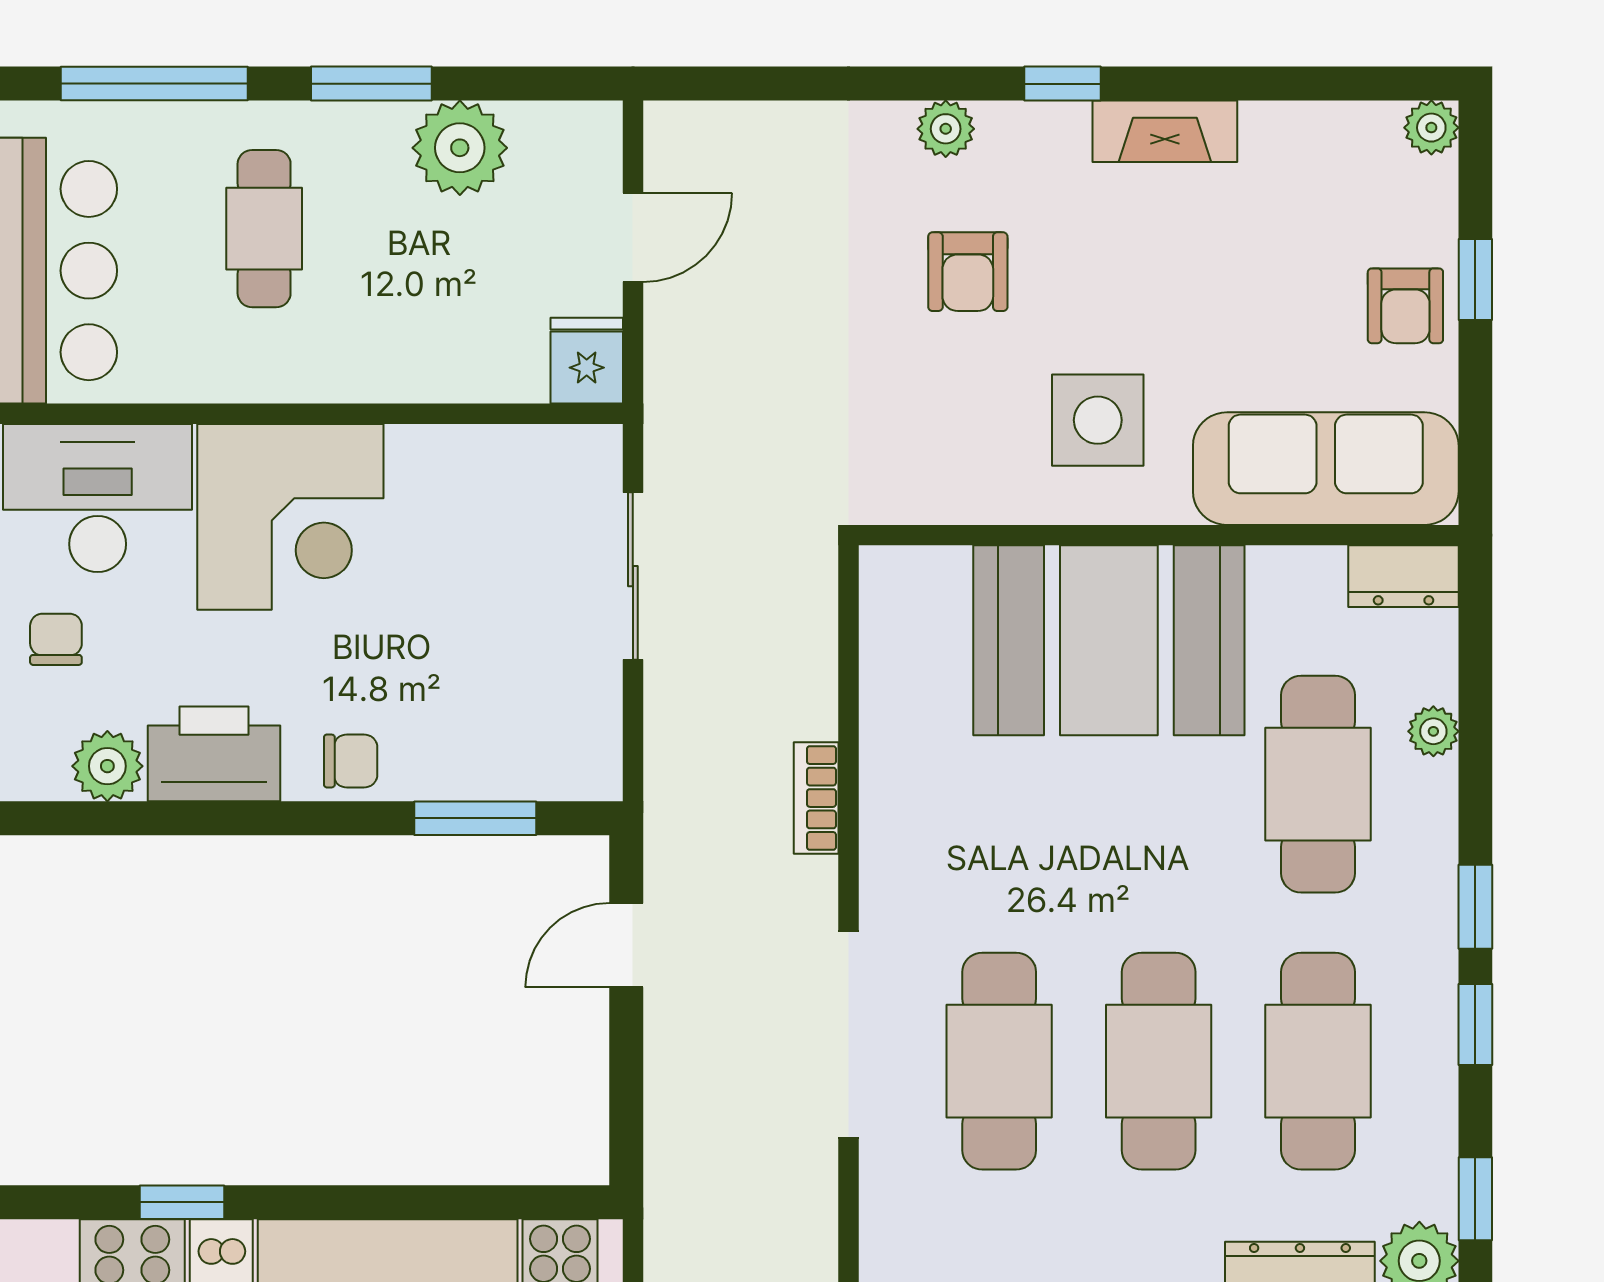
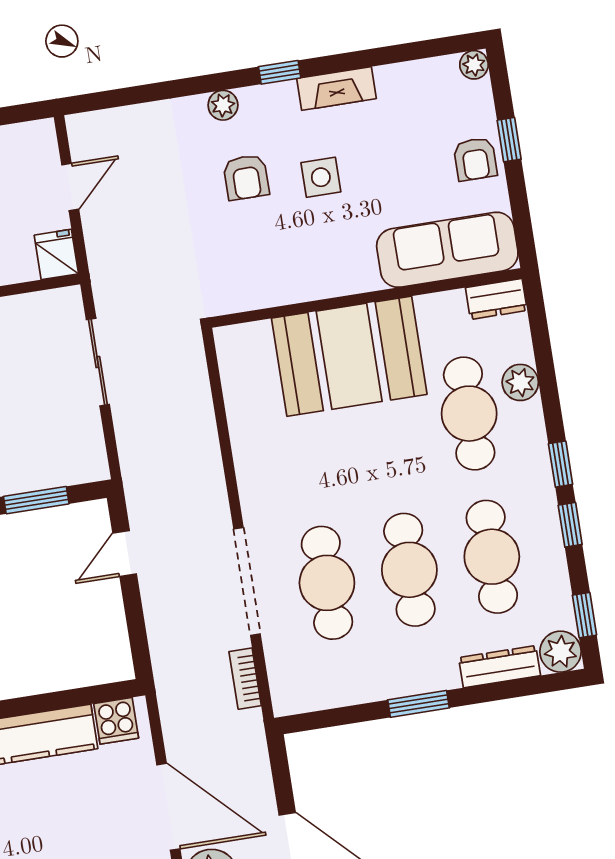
side table: (1098, 420) -> (321, 177), moved, width x0.73, depth x0.73
plant: (1433, 731) -> (520, 382), width x1.38, depth x1.38
bookcase: (816, 798) -> (245, 679), moved

